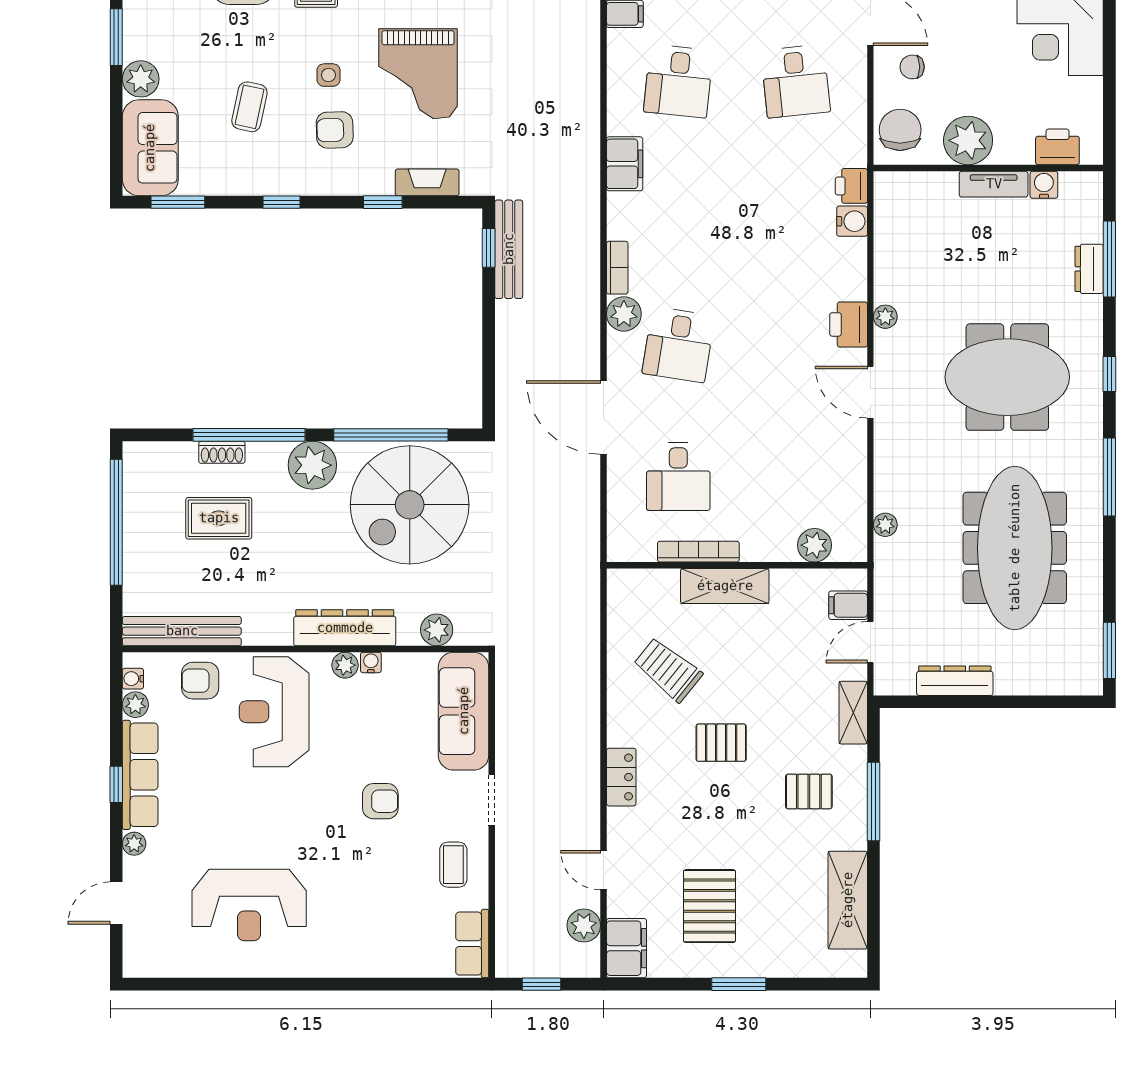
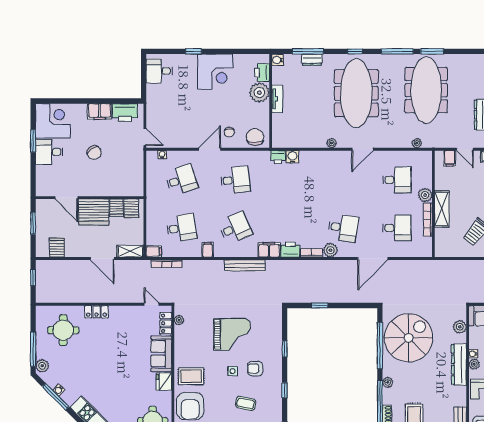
desk: (678, 81) -> (235, 228), turned -30
armchair: (335, 130) -> (255, 369), turned 92
chair: (900, 130) -> (255, 137), turned 90
plant: (968, 140) -> (259, 93), moved
fireplace: (427, 182) -> (277, 331), removed
water cooler: (1044, 185) -> (278, 60), moved
window: (489, 248) -> (320, 306), moved
bench: (509, 249) -> (245, 265), moved
printer: (849, 324) -> (290, 250), moved, turned 180
meeting table: (1007, 377) -> (356, 93), width x1.36
plant: (312, 465) -> (388, 382), width x0.53, depth x0.53
desk: (796, 476) -> (397, 180), added
spiral stairs: (410, 505) -> (409, 338), turned -90
plant: (814, 545) -> (425, 195), moved
meeting table: (1015, 548) -> (426, 90), turned 90
window: (1109, 650) -> (432, 51), moved

